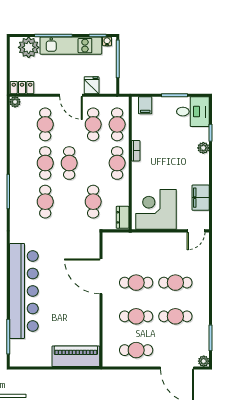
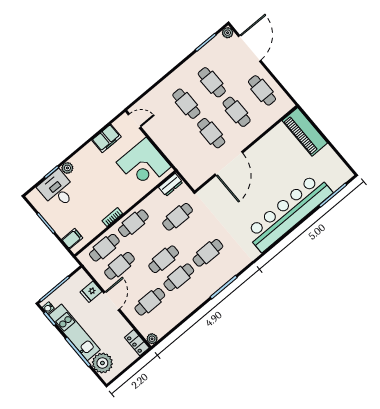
desk: (193, 112) -> (57, 190), moved

